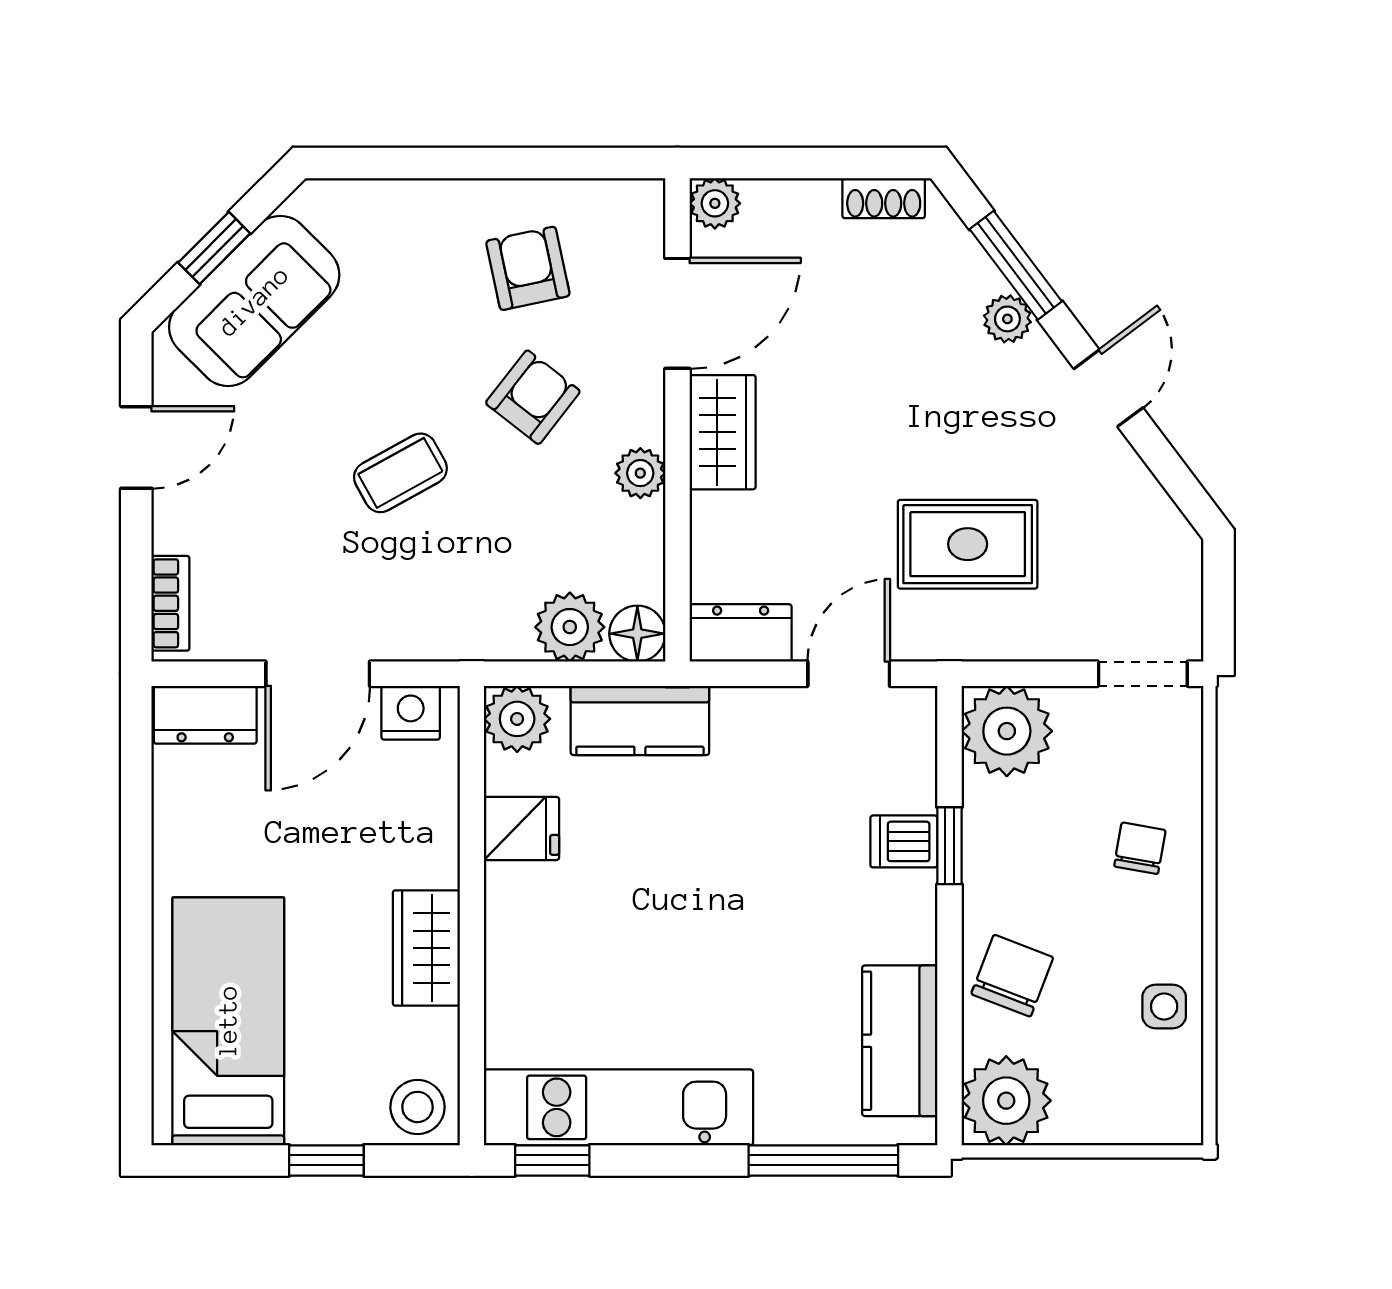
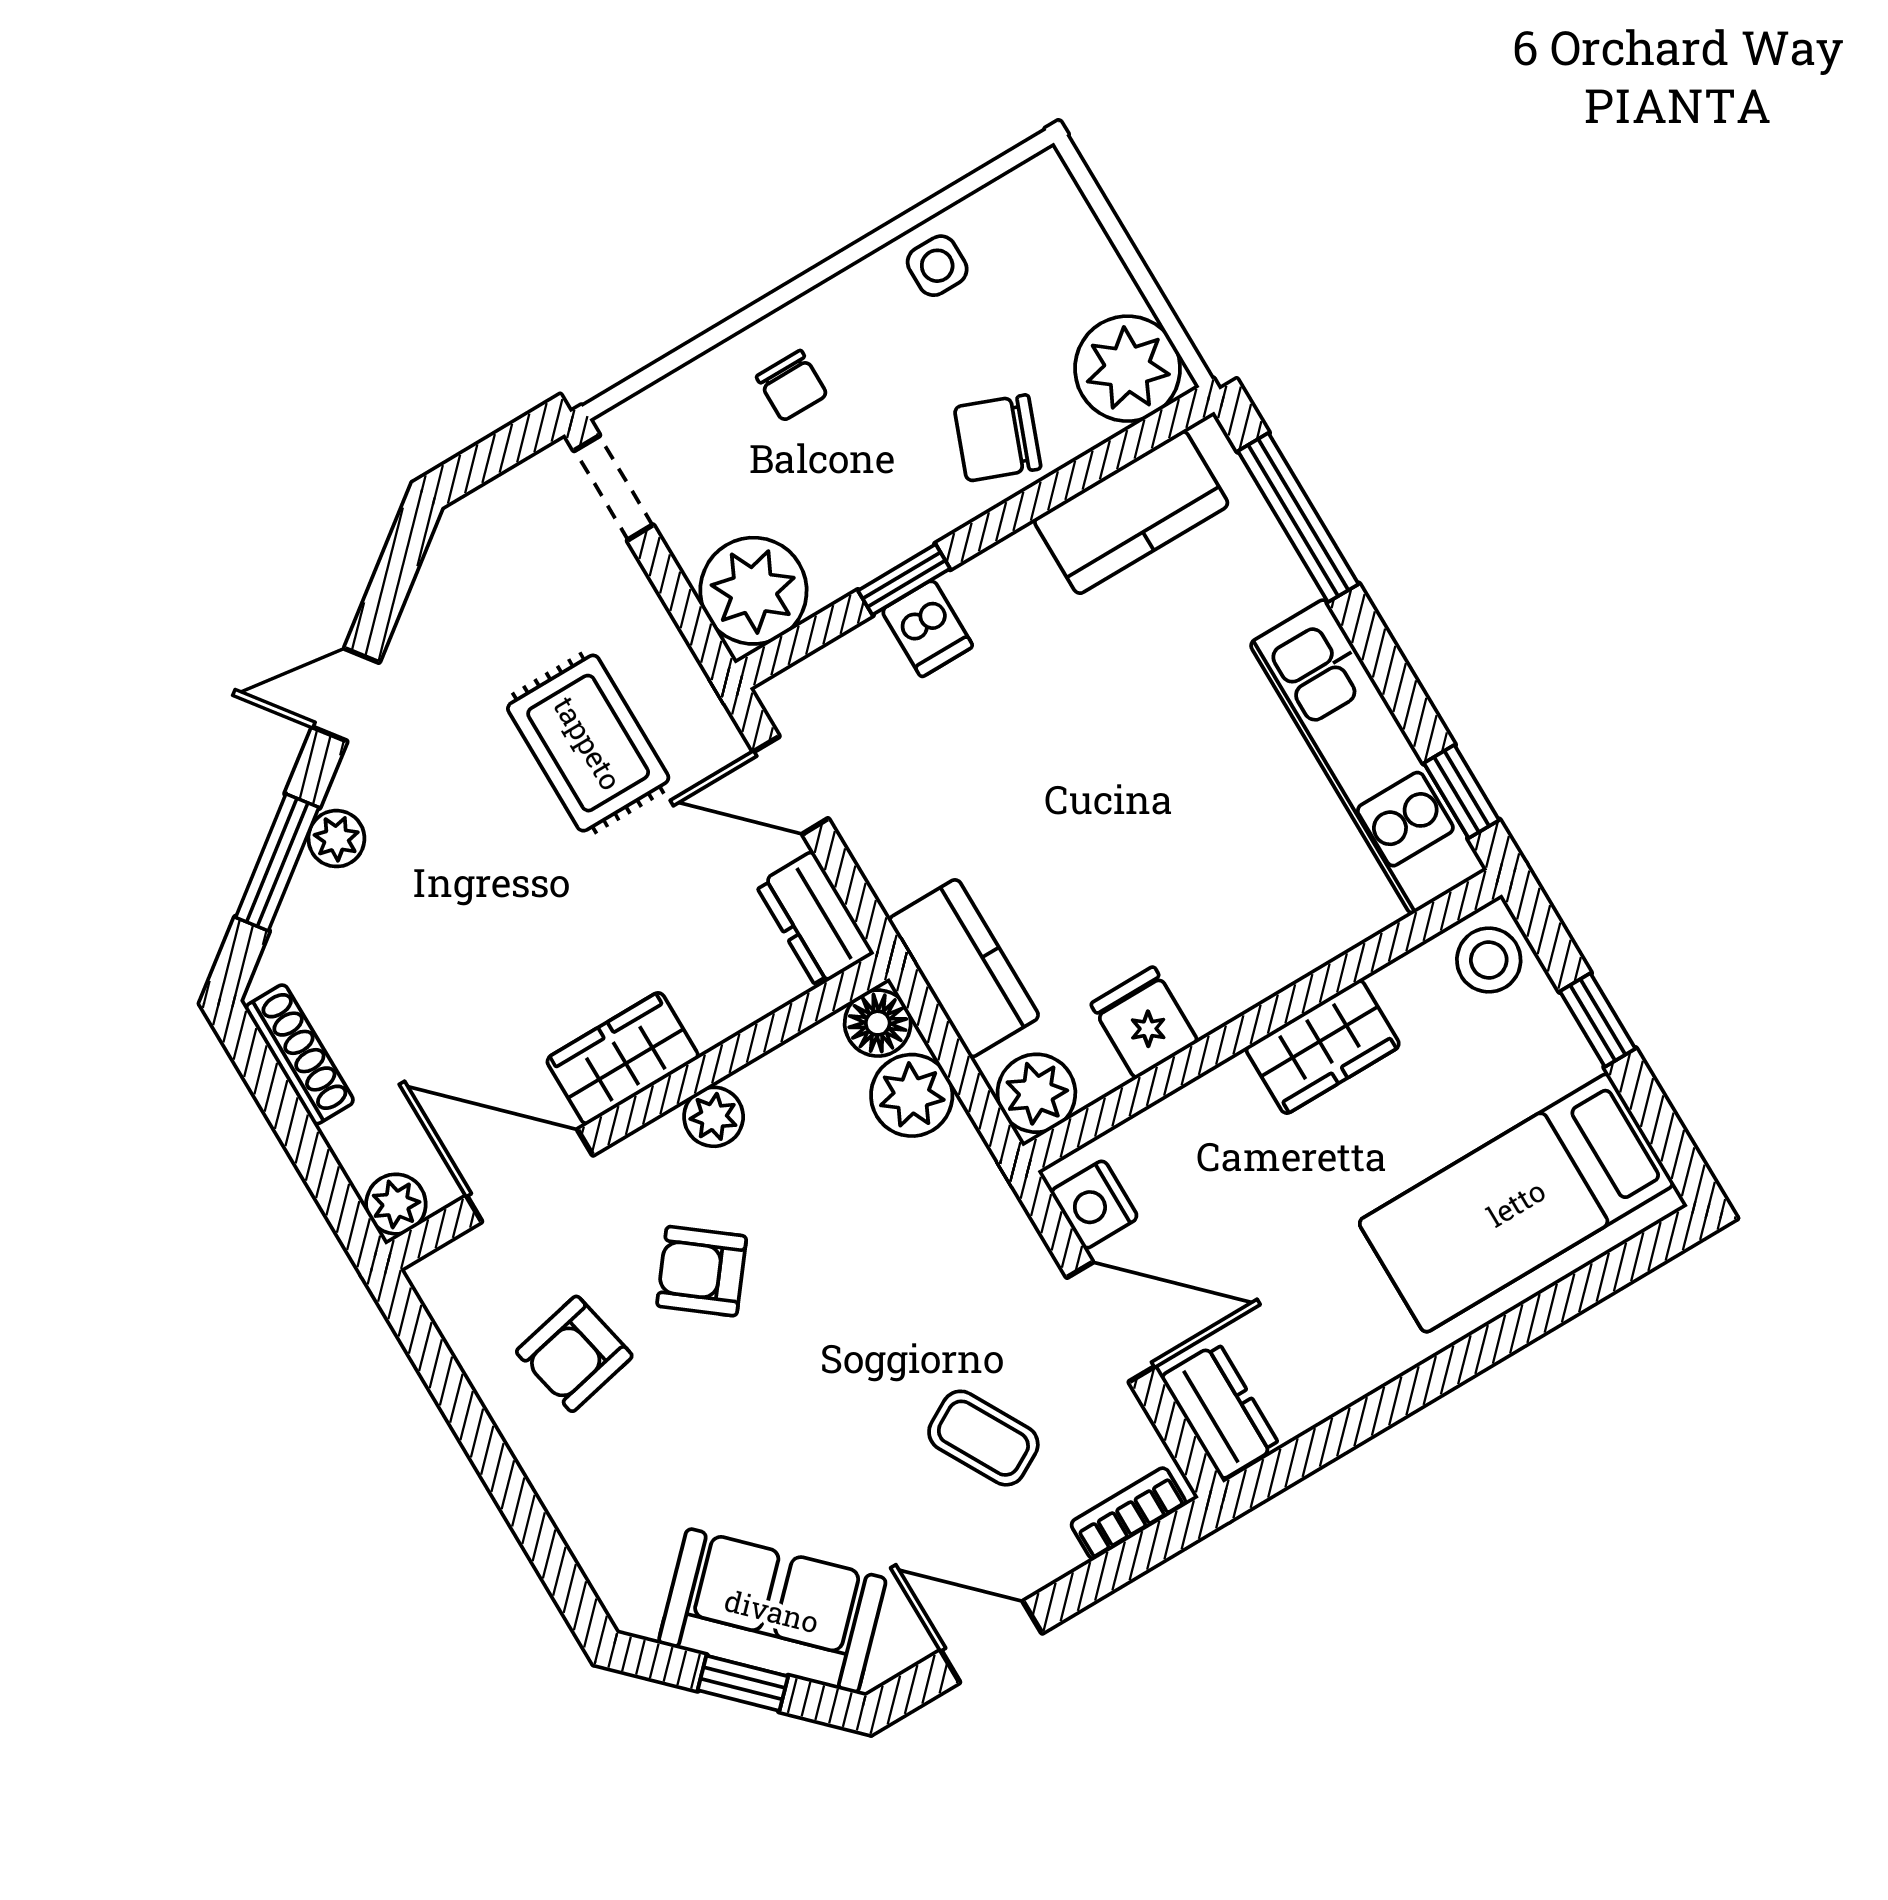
shoe rack: (884, 198) -> (300, 1054), width x1.43
coffee table: (400, 473) -> (983, 1438), moved
chair: (1140, 848) -> (792, 386), turned -100

